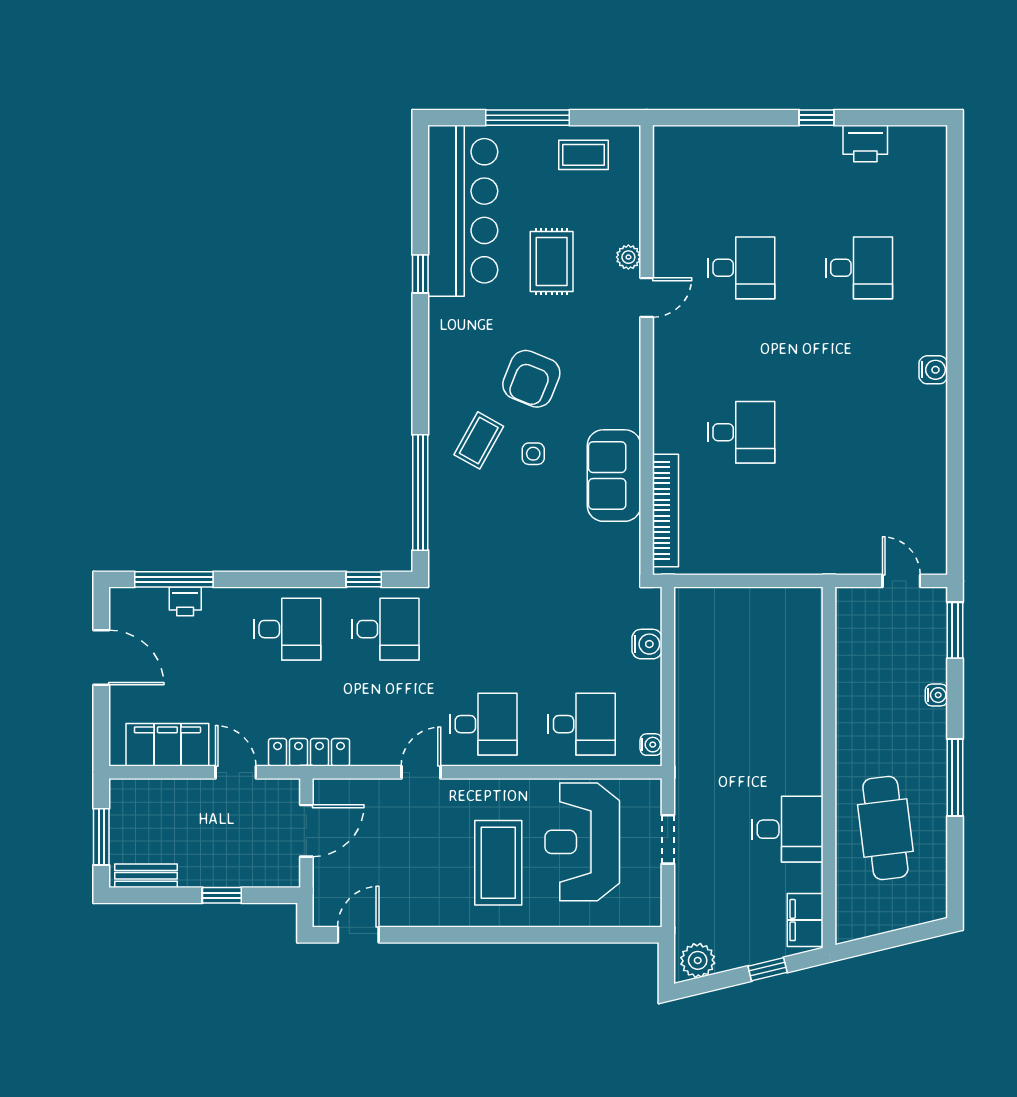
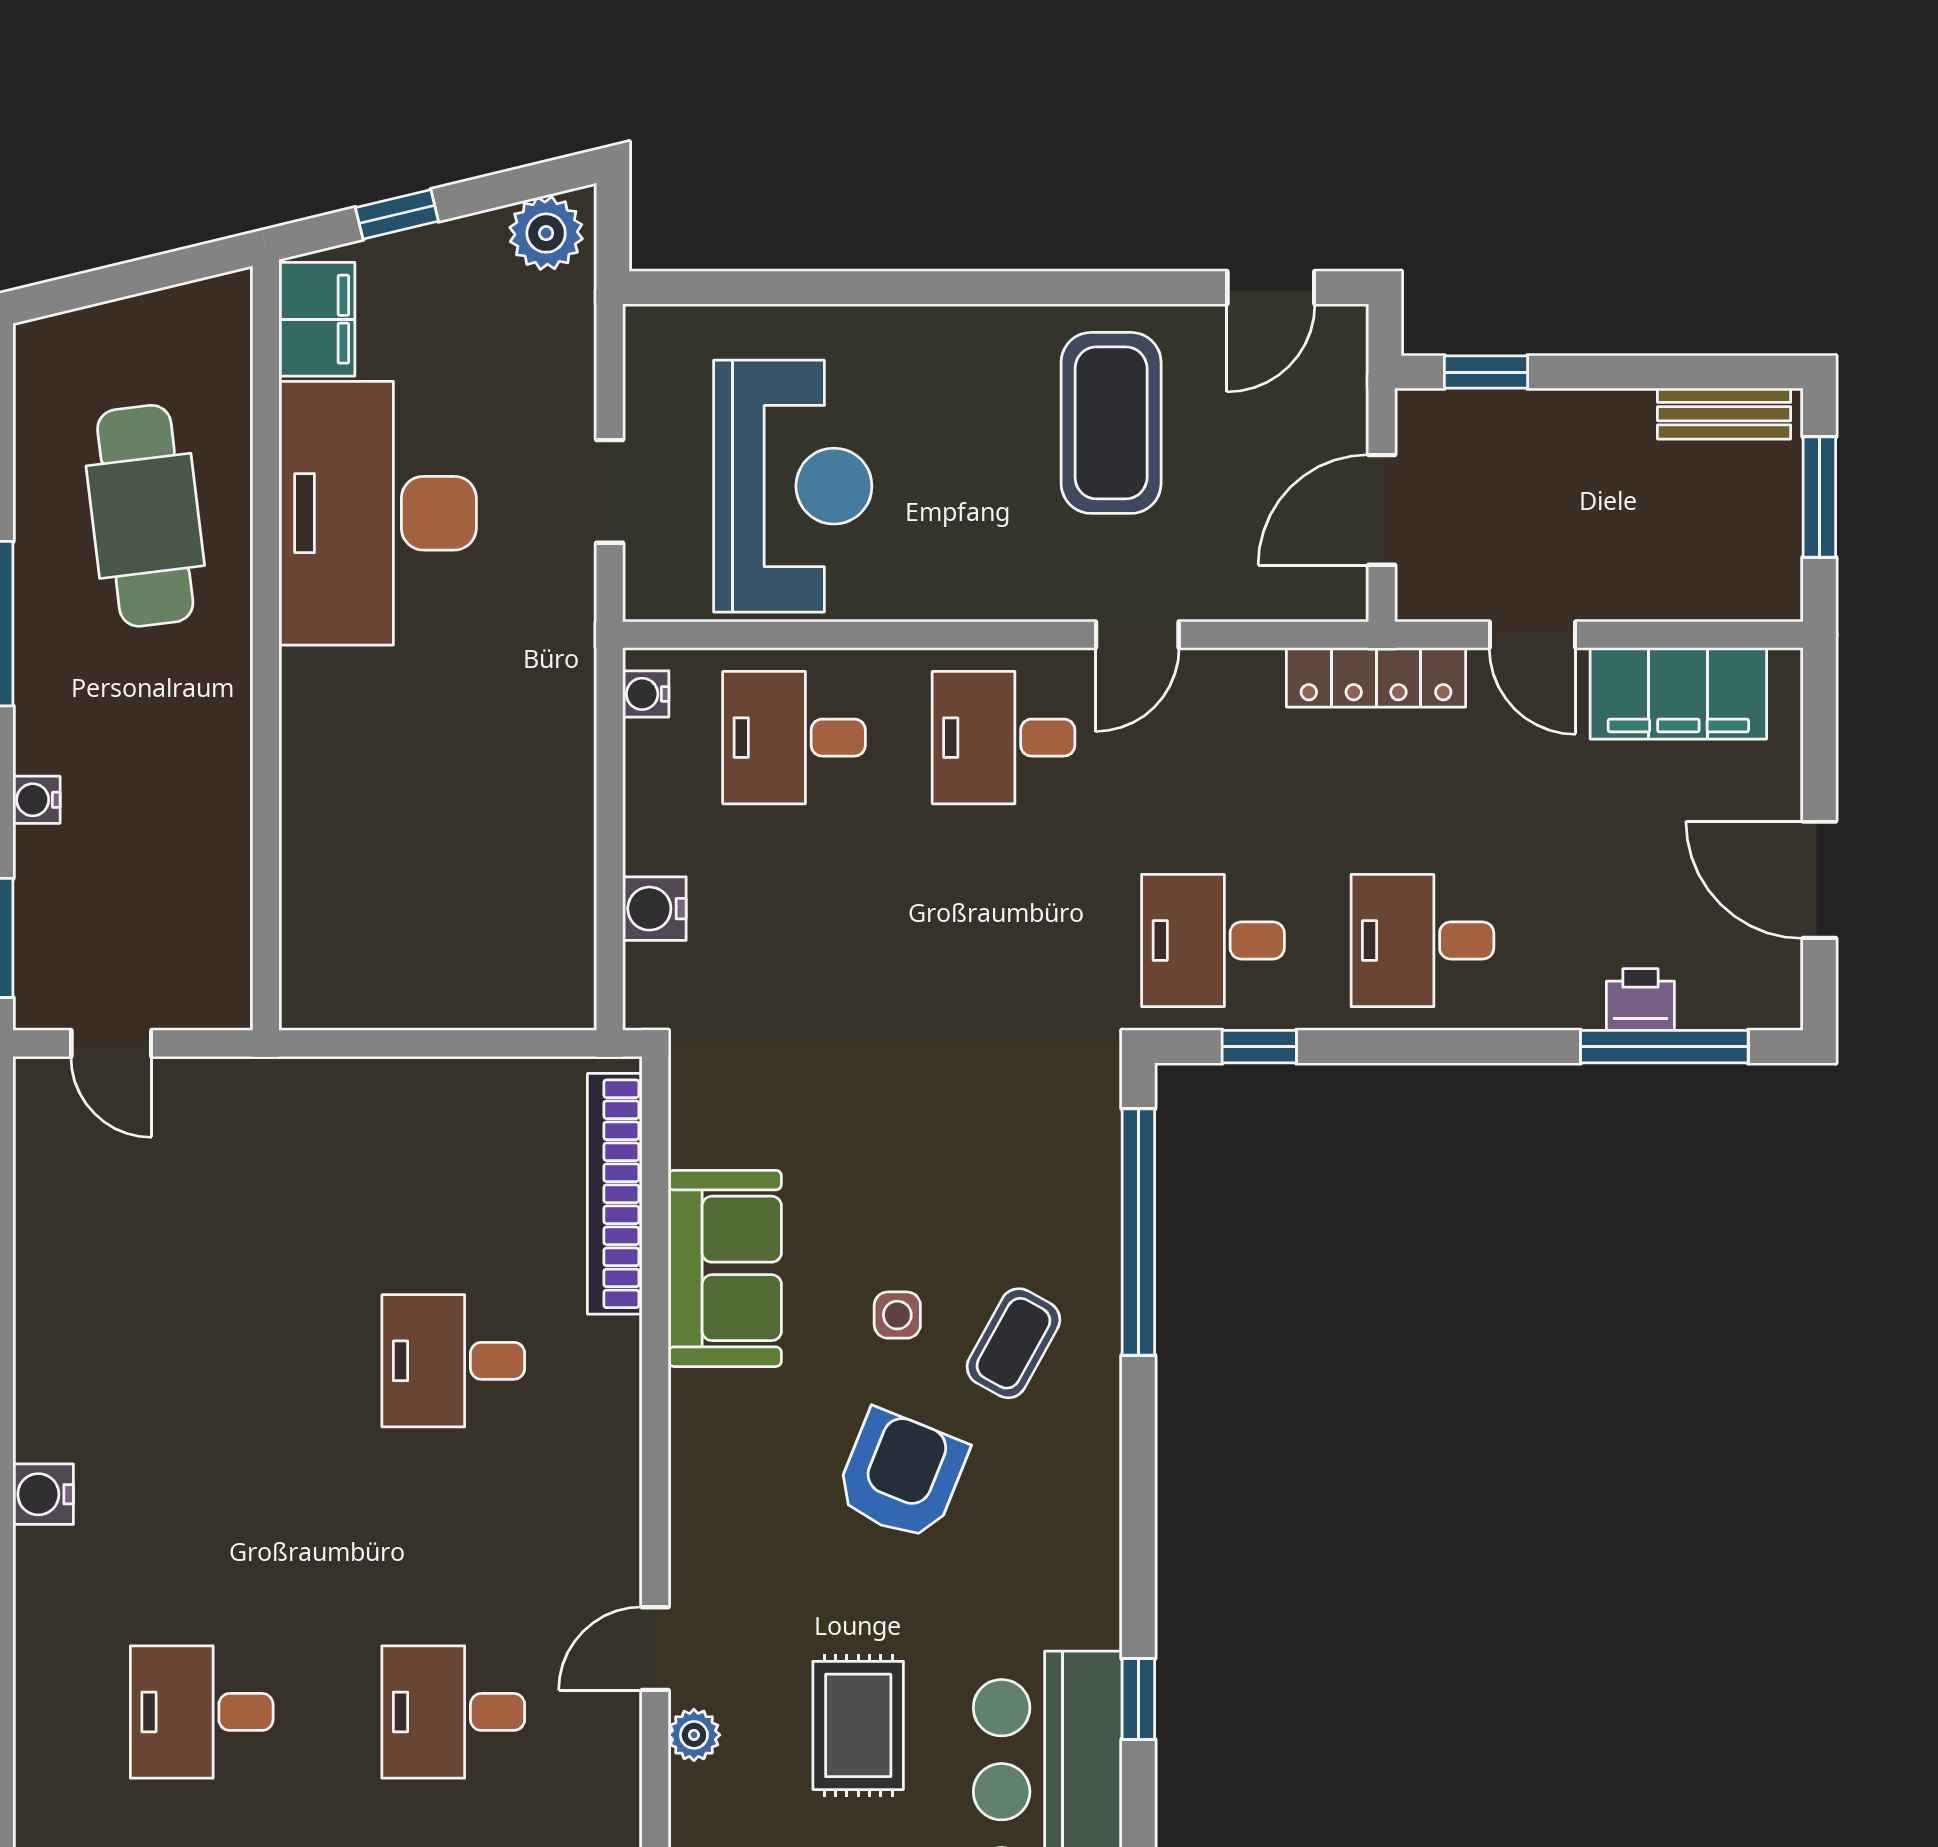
desk: (787, 829) -> (378, 513), width x1.87, depth x1.30
coffee table: (498, 863) -> (1111, 423), moved
window: (222, 895) -> (1486, 372), moved

